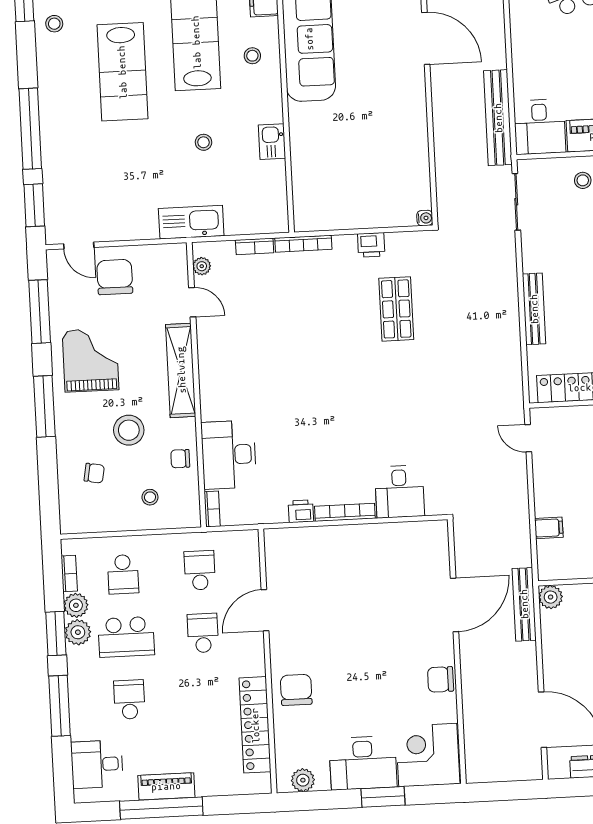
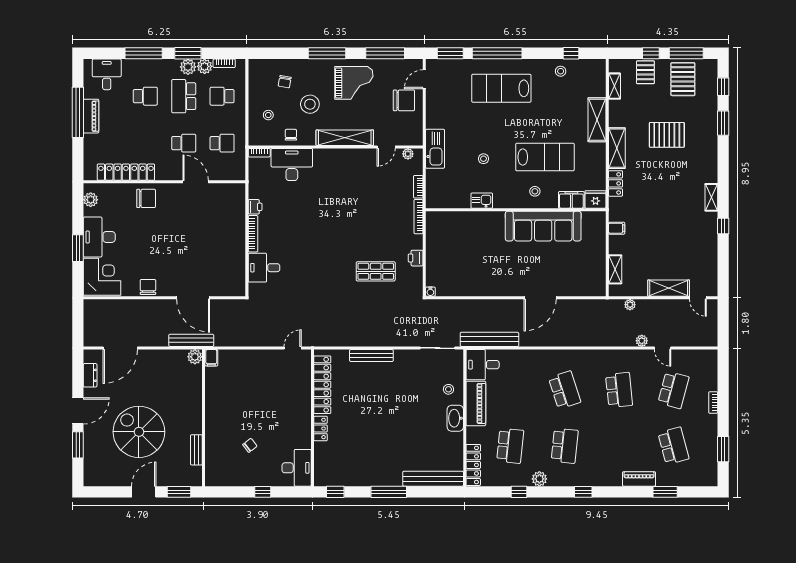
lab bench: (122, 72) -> (501, 88), moved
filing cabinet: (549, 528) -> (211, 358), moved

